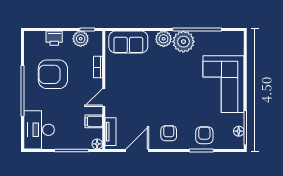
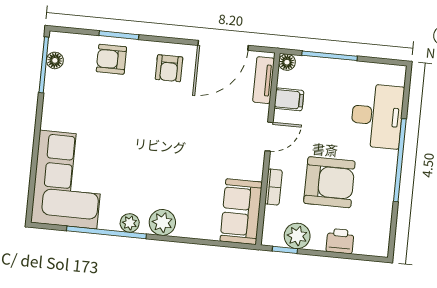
sofa: (128, 42) -> (241, 212), moved, turned -90
plant: (183, 42) -> (130, 223), width x0.53, depth x0.53
armchair: (53, 74) -> (329, 182), moved
corner sofa: (223, 84) -> (68, 180), moved
desk: (39, 130) -> (377, 116), moved
armchair: (204, 135) -> (111, 59), turned 90
door: (137, 150) -> (223, 45), width x1.36

